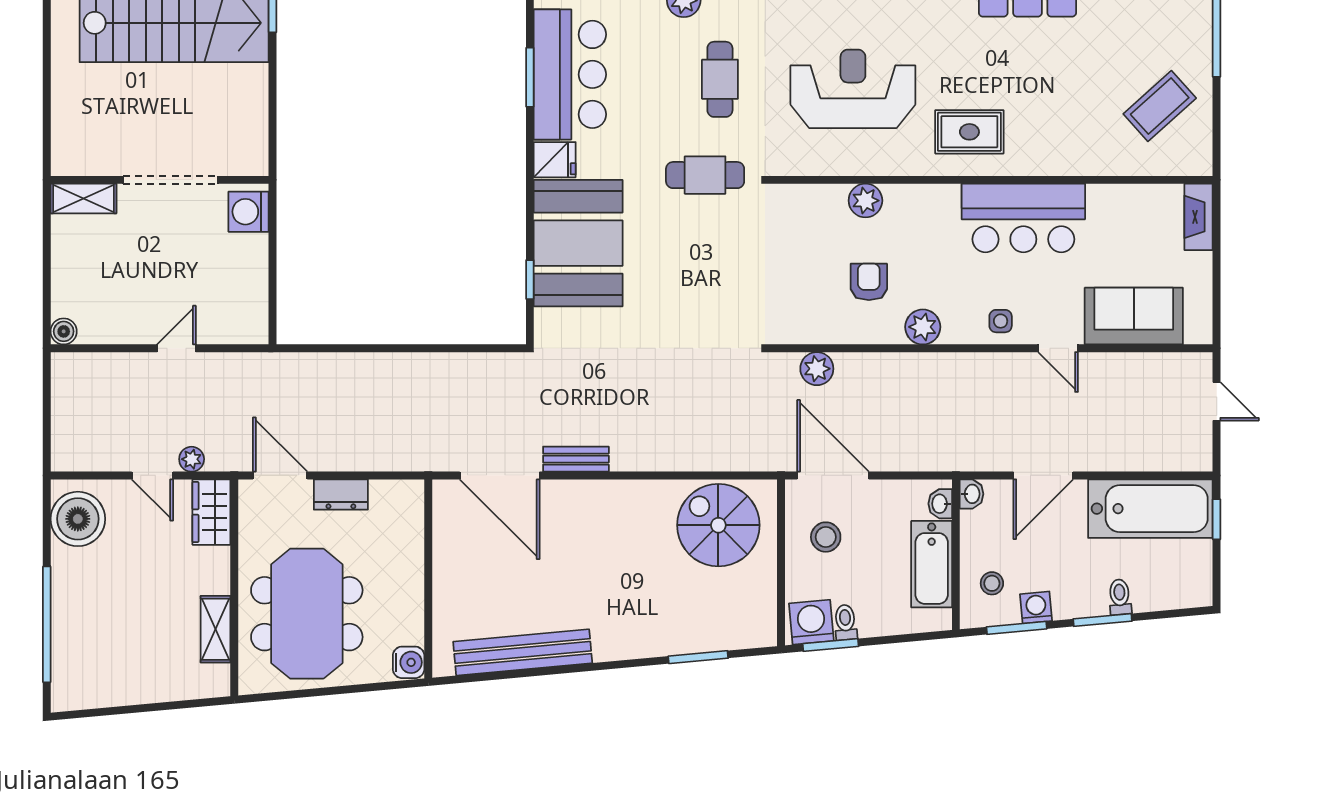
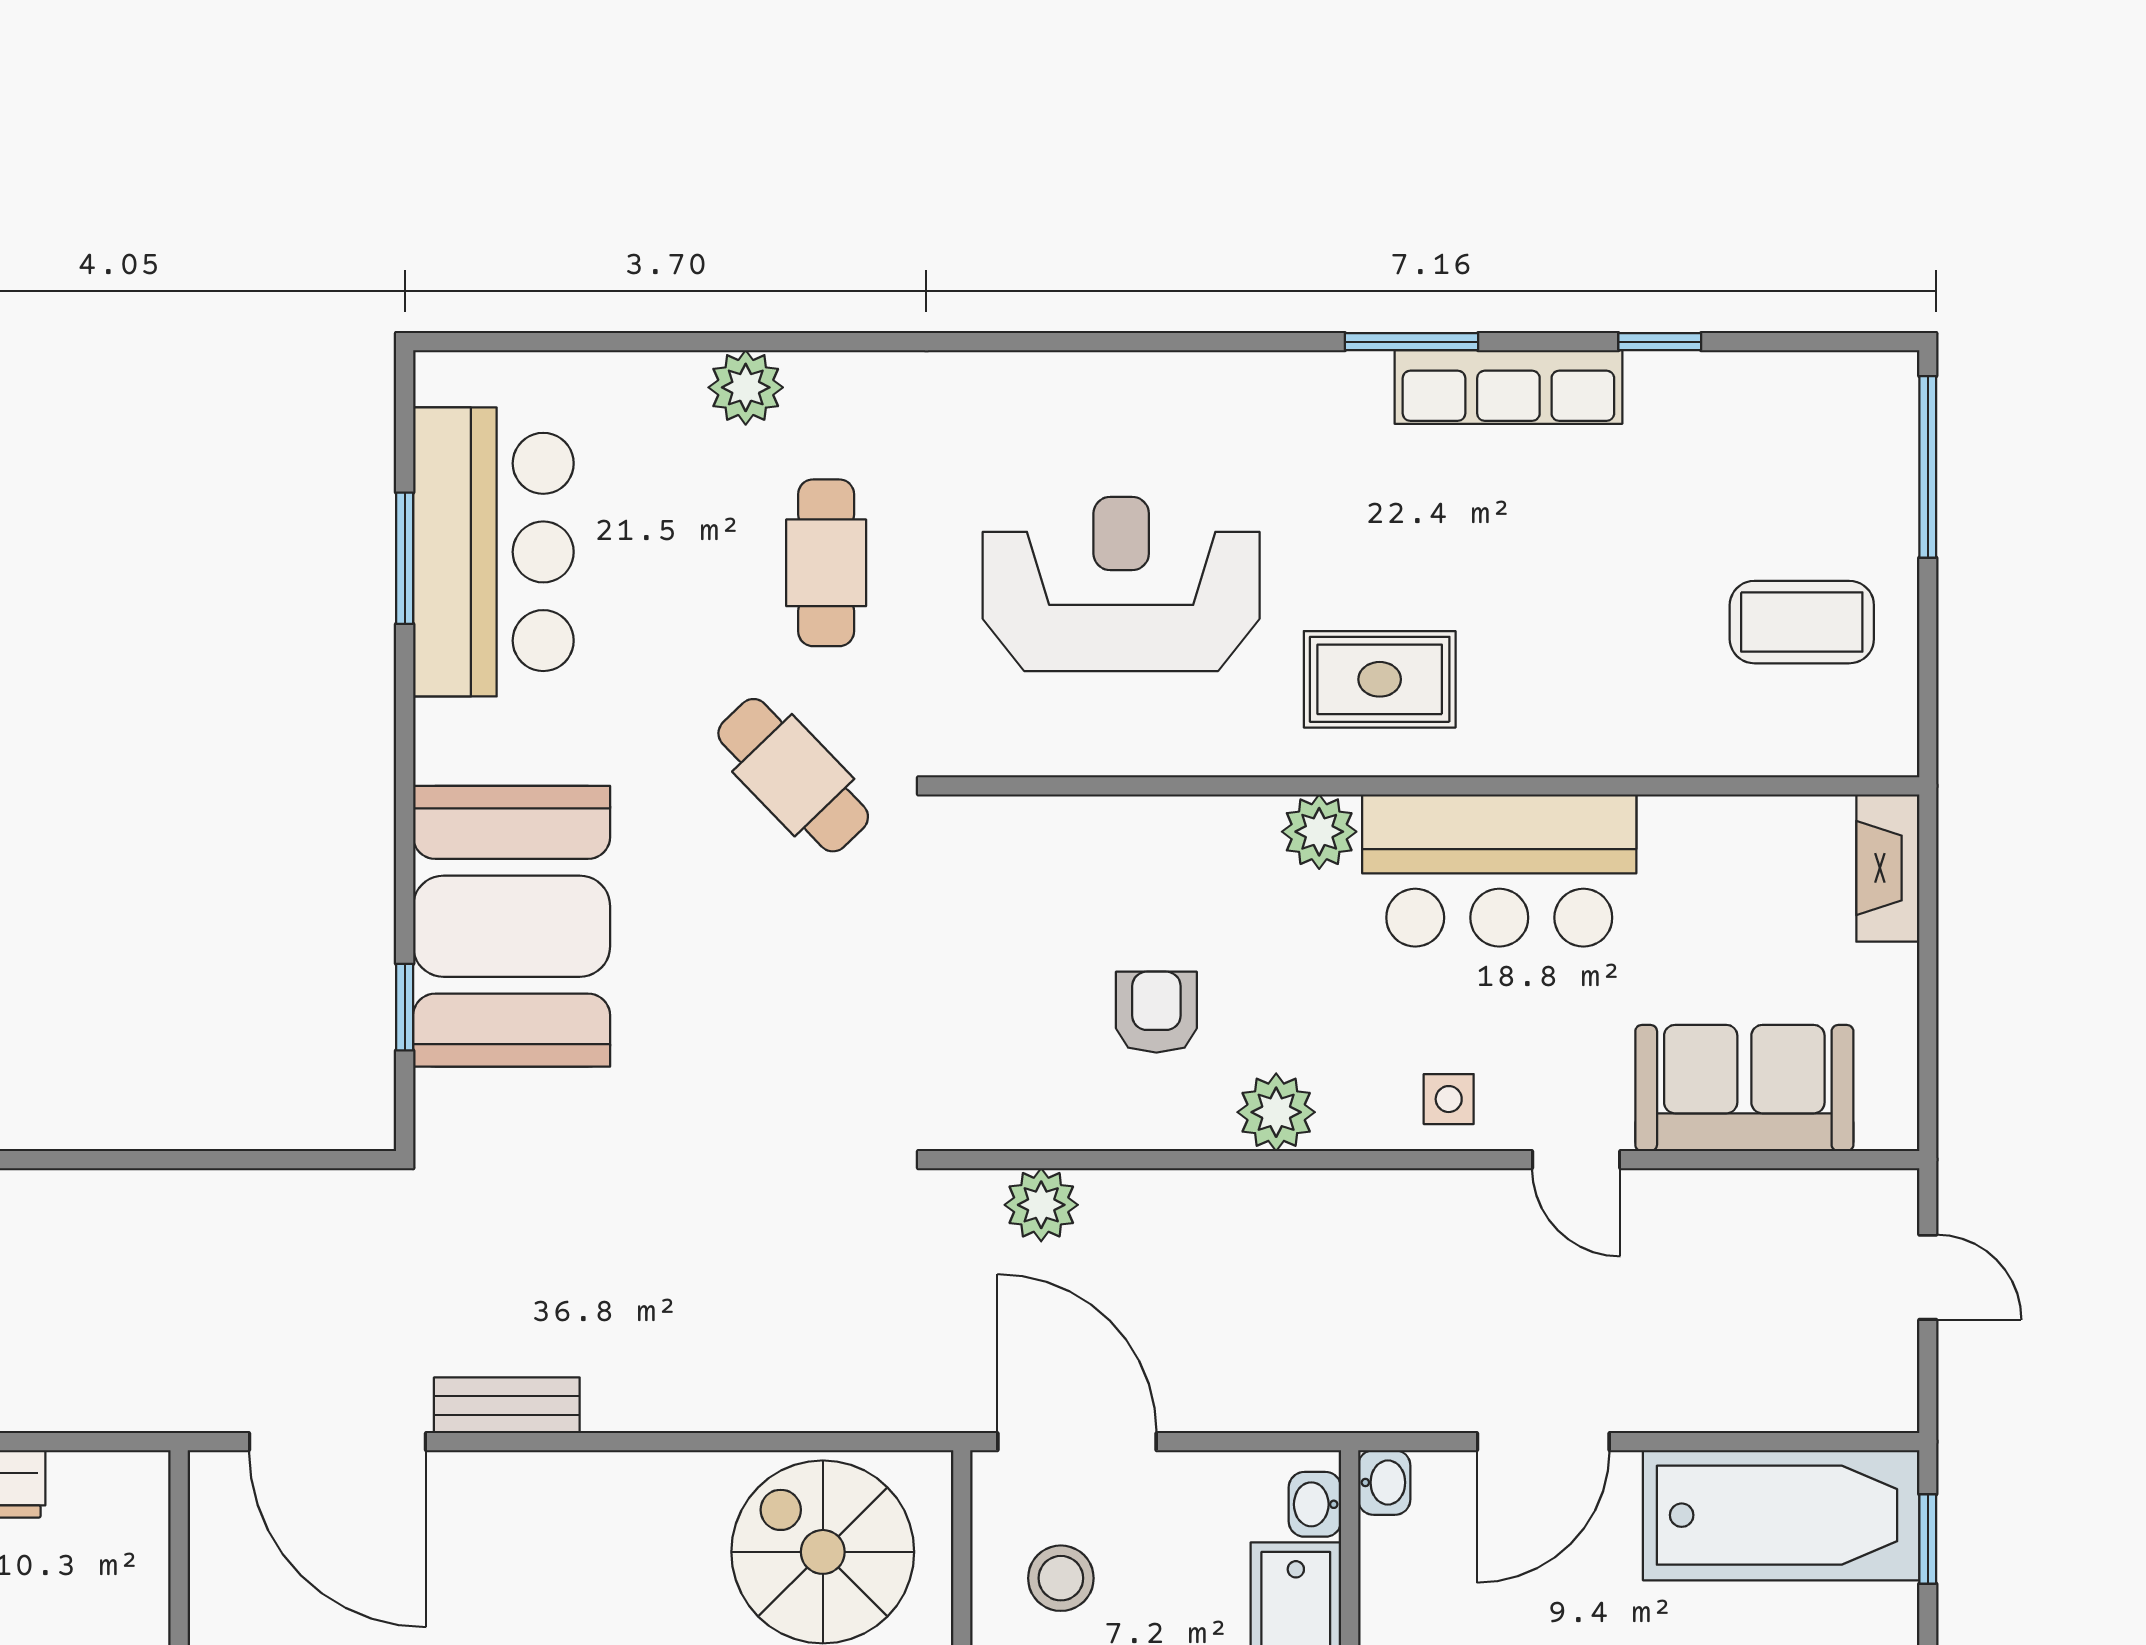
coffee table: (1160, 106) -> (1802, 622), turned 42
fridge: (555, 160) -> (460, 741), removed
cafe table: (705, 175) -> (793, 775), turned 46
plant: (865, 201) -> (1319, 832), moved

